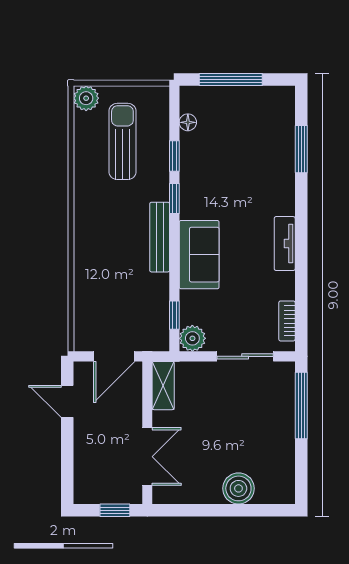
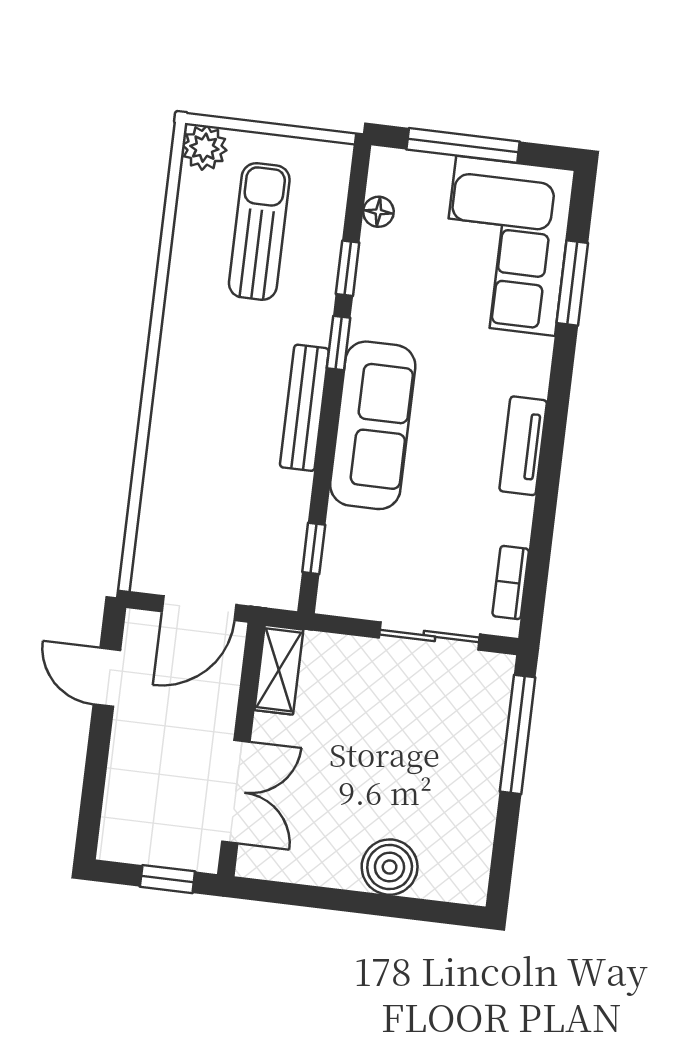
corner sofa: (261, 133) -> (506, 246), added
sofa: (199, 255) -> (373, 425), width x1.36
plant: (192, 338) -> (340, 593), removed

